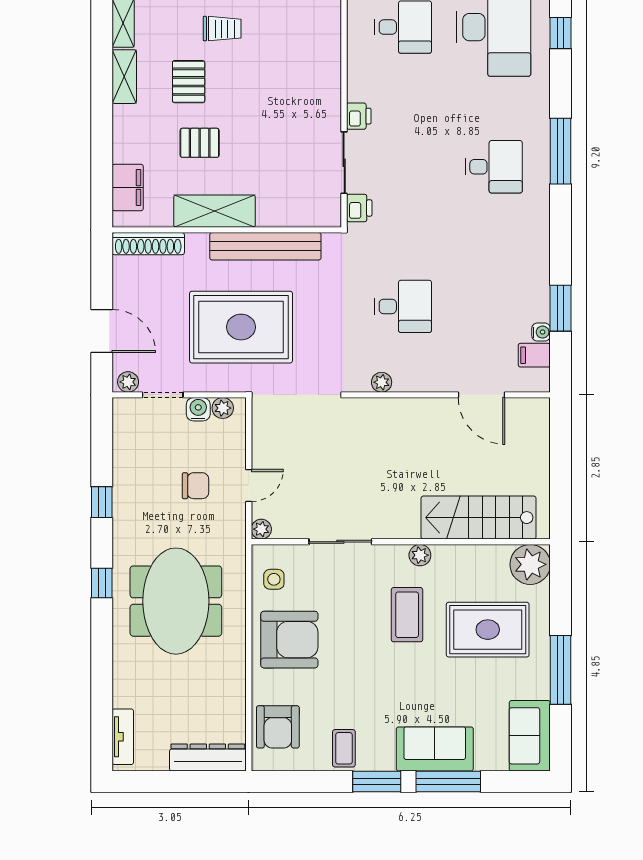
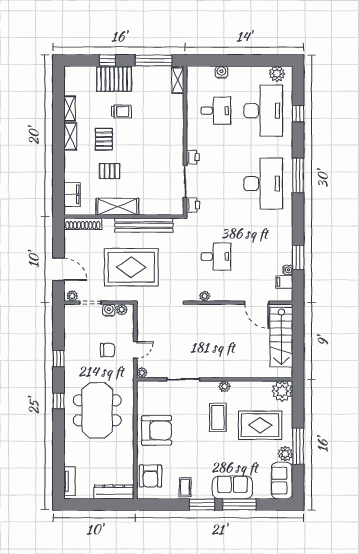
desk: (494, 167) -> (263, 184), width x1.87, depth x1.30
stairs: (479, 518) -> (281, 337), moved, turned -90
side table: (274, 579) -> (148, 399), removed
plant: (536, 684) -> (285, 454), added

